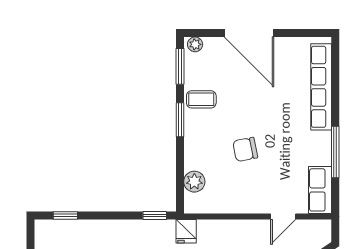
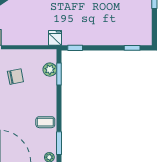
window: (180, 120) -> (59, 74), moved
chair: (245, 149) -> (15, 77), moved

